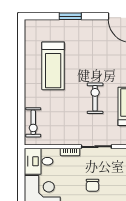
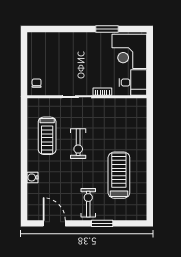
exercise bike: (33, 122) -> (88, 203), moved
chair: (92, 185) -> (81, 59), removed

